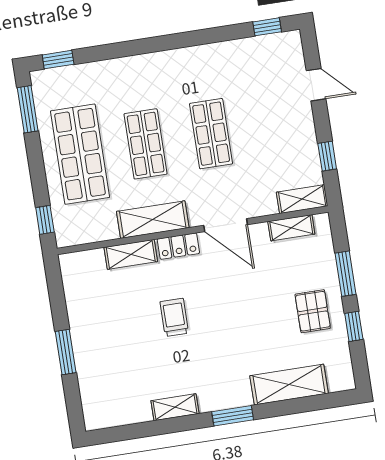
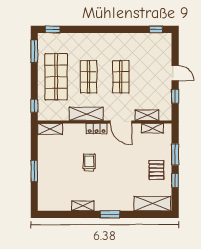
door: (316, 85) -> (175, 73), moved
shelving: (302, 199) -> (147, 115), moved
shelving: (131, 254) -> (50, 129), moved
shelving: (289, 385) -> (152, 204), moved

